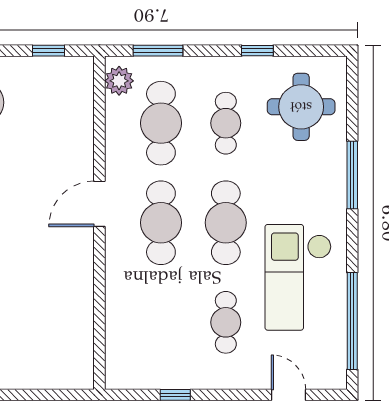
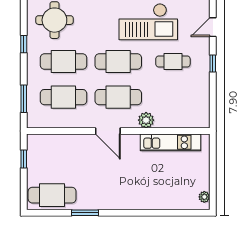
plant: (119, 81) -> (146, 120), moved
cafe table: (226, 123) -> (63, 61), width x1.37, depth x1.35
kitchen unit: (79, 318) -> (170, 142), added
window: (175, 395) -> (213, 63), moved

